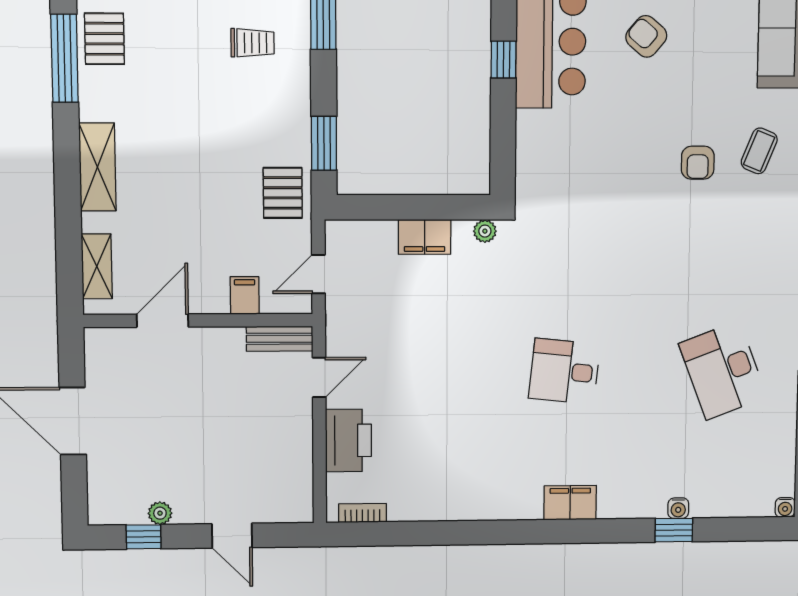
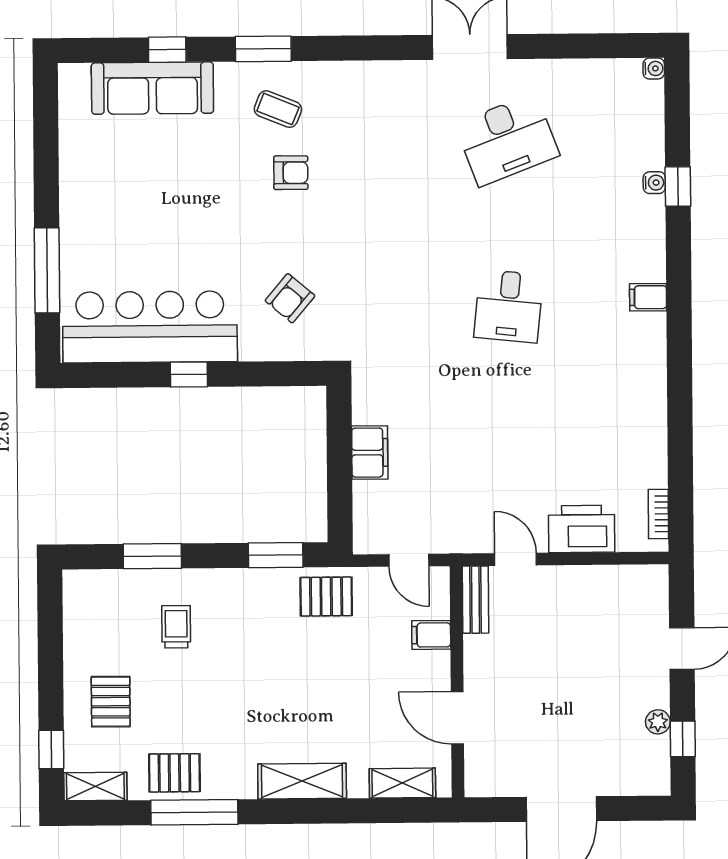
armchair: (646, 36) -> (290, 298), moved
plant: (485, 231) -> (363, 391), removed
filing cabinet: (570, 503) -> (648, 297), width x0.50

